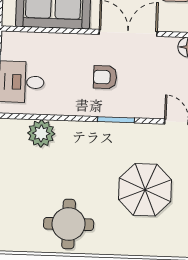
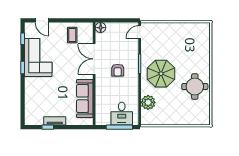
parasol: (145, 190) -> (161, 74), moved

